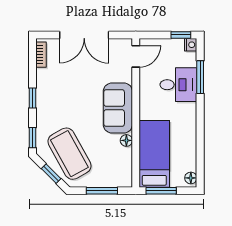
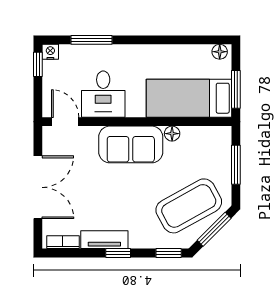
desk: (178, 85) -> (103, 94), moved, turned 180
tv unit: (43, 87) -> (104, 240), added
window: (51, 174) -> (214, 229), width x1.50

